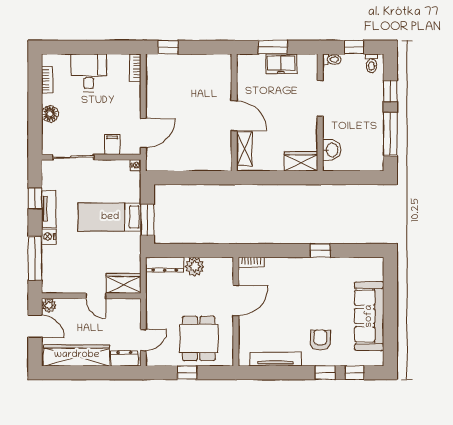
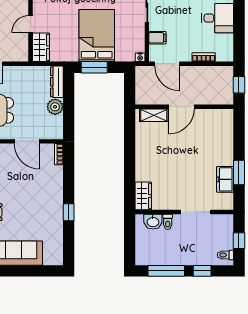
toilet: (332, 59) -> (168, 222), moved
bookcase: (135, 67) -> (204, 57), moved
wall: (234, 112) -> (184, 107), moved
door: (234, 116) -> (181, 107), moved
shelving: (244, 149) -> (154, 115), moved
bed: (110, 217) -> (97, 36), width x1.50

